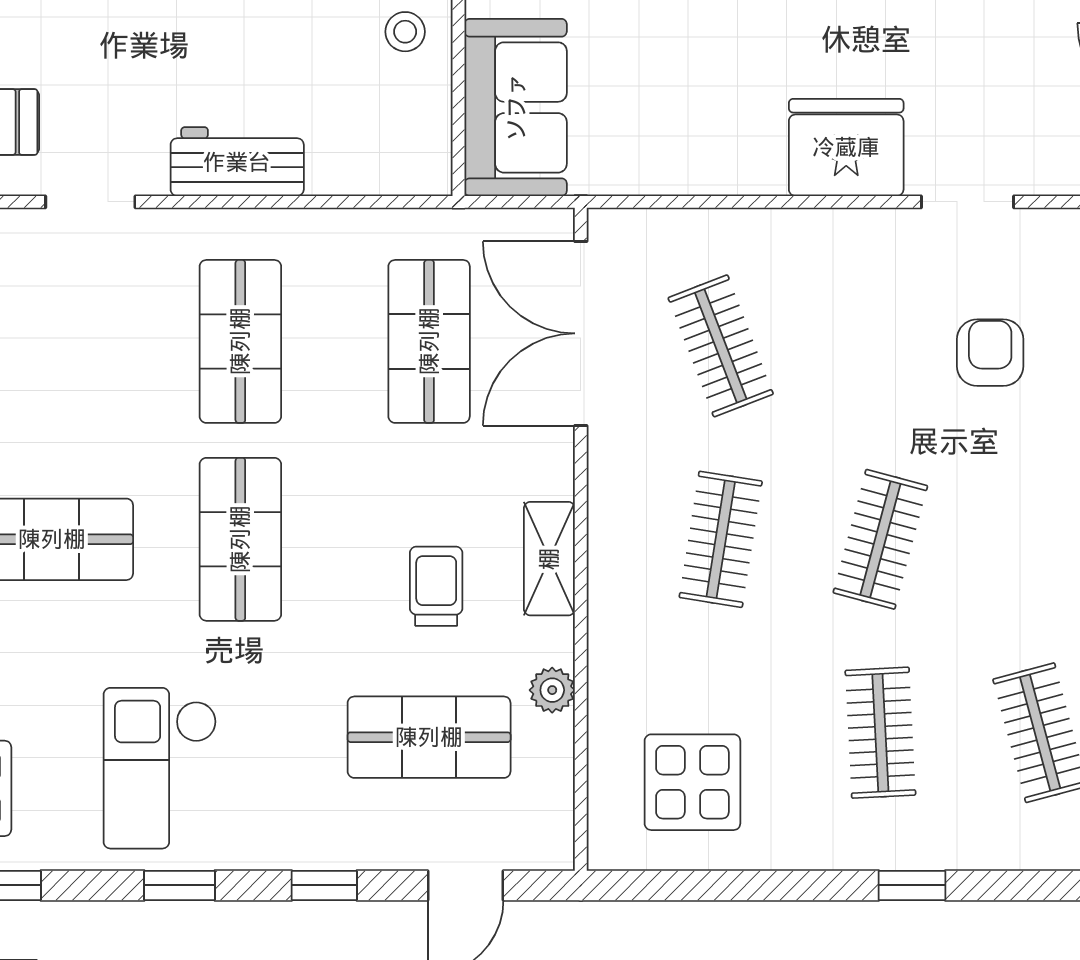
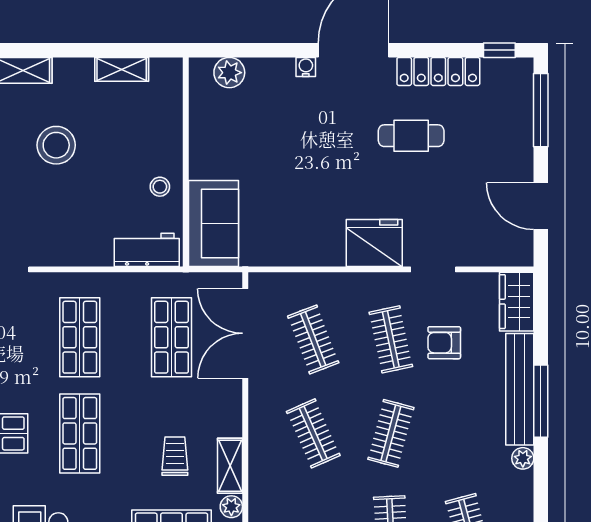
workbench: (237, 162) -> (147, 250), moved
clothes rail: (880, 346) -> (391, 339), added
armchair: (990, 353) -> (444, 343), turned -90
clothes rail: (721, 539) -> (313, 433), turned -33
shelving: (549, 559) -> (230, 466), moved

